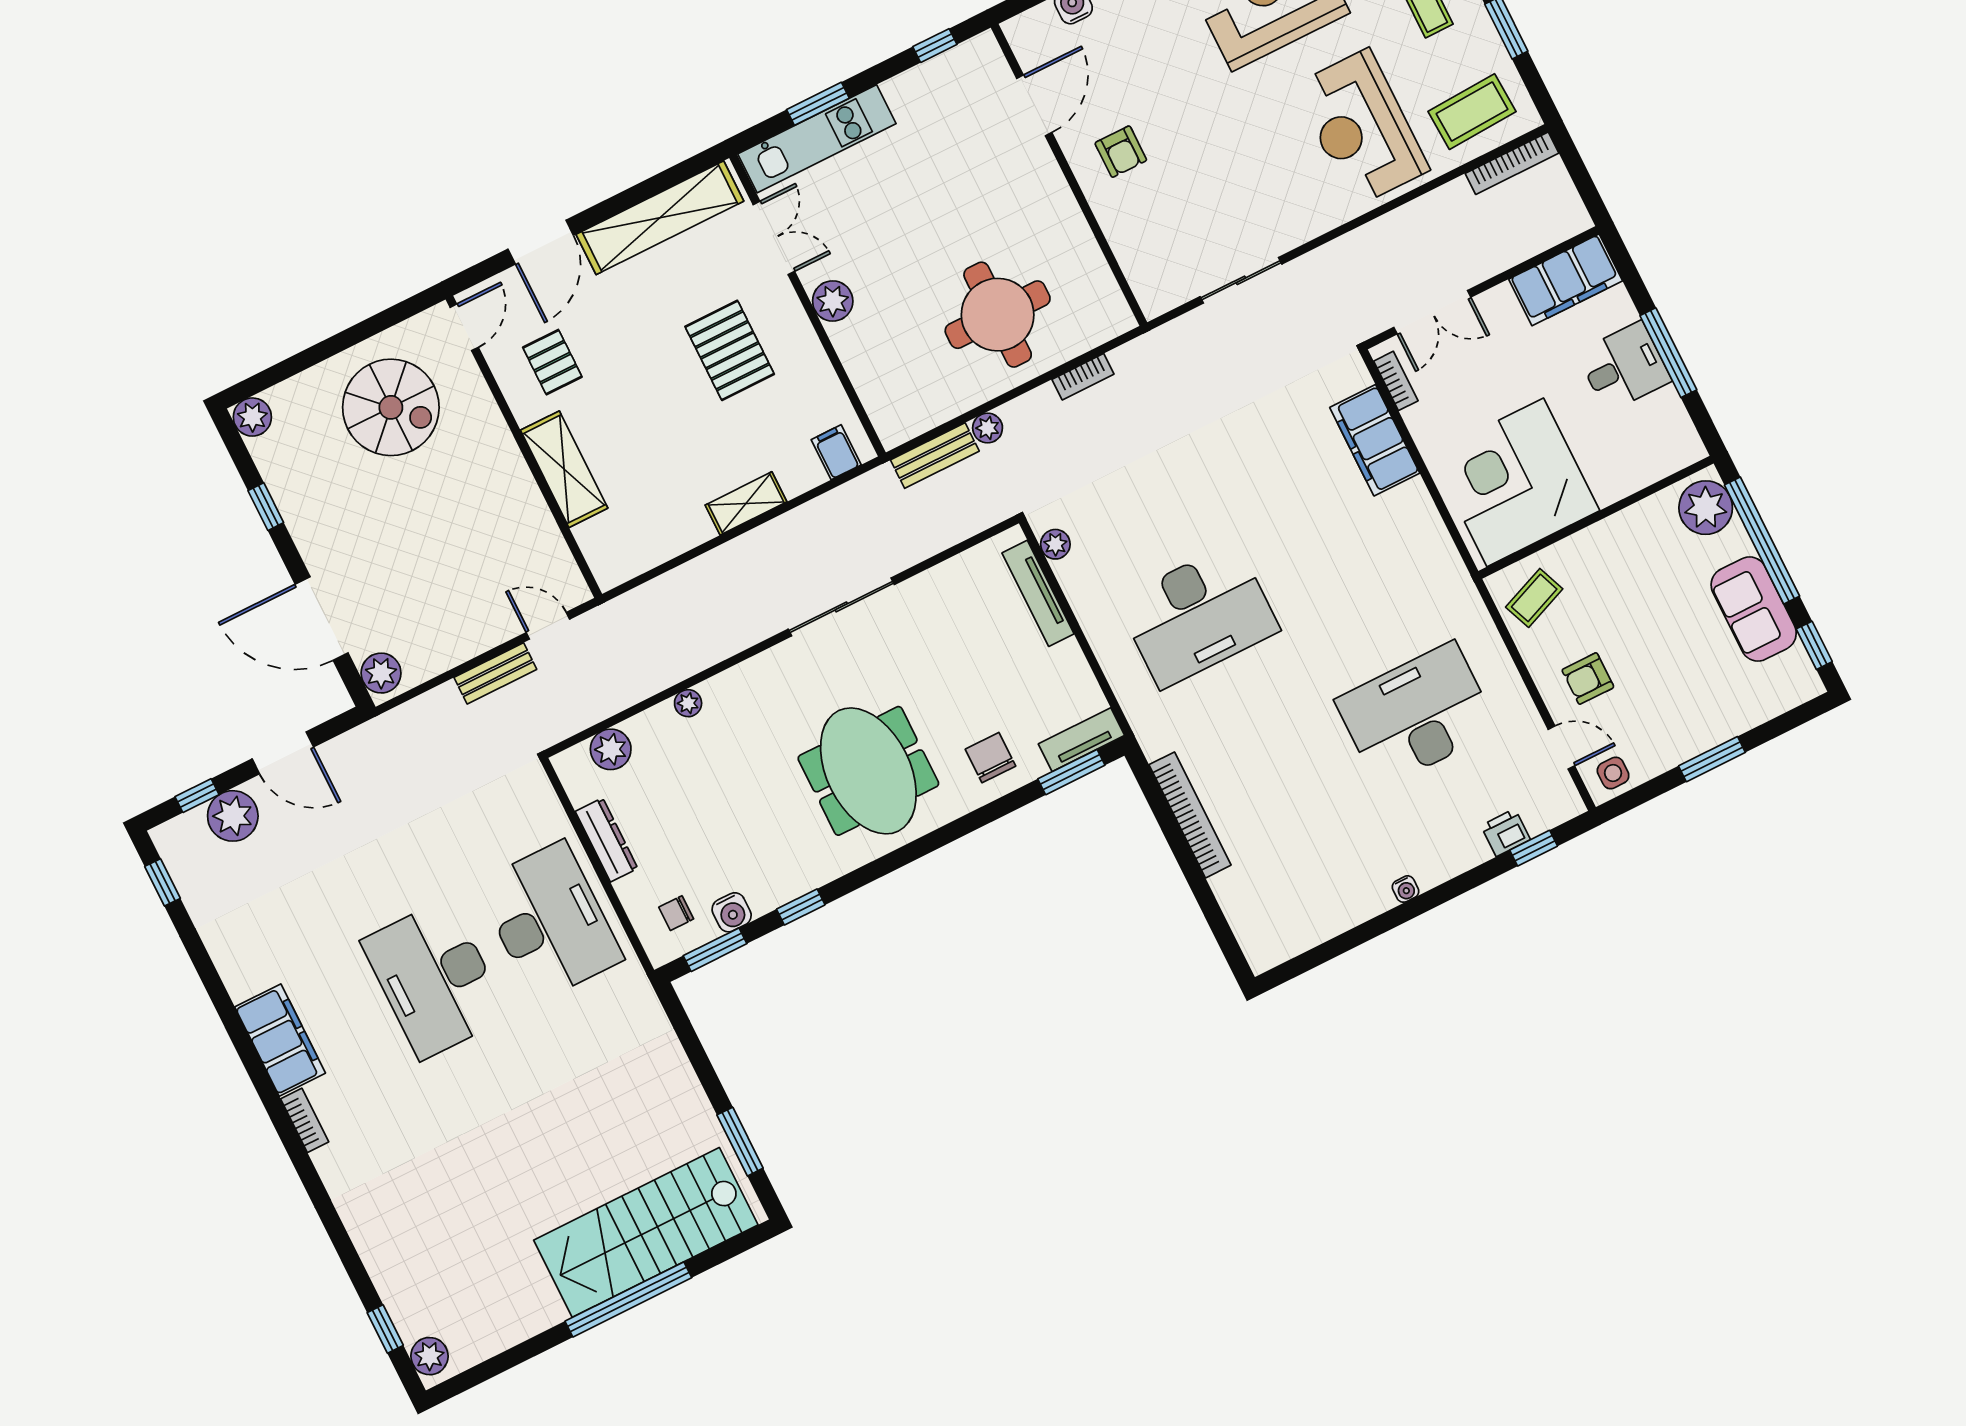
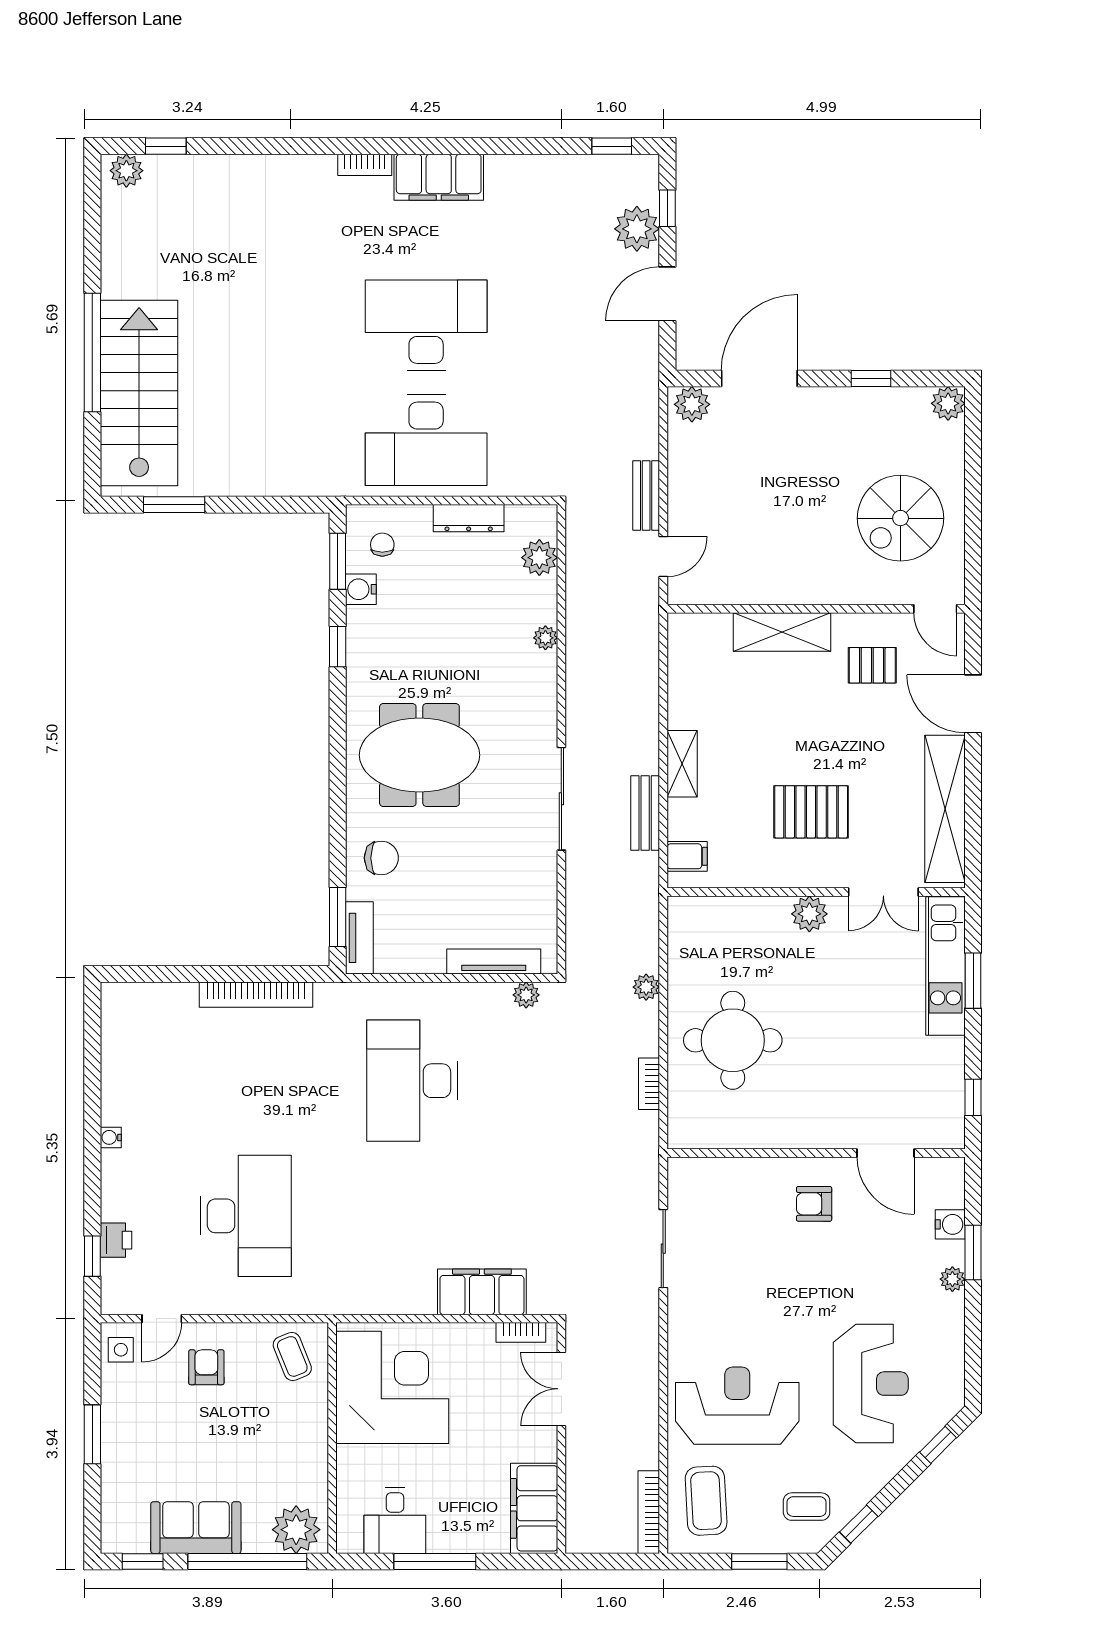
desk: (1624, 367) -> (395, 1520), moved
bench: (935, 455) -> (645, 813), moved

